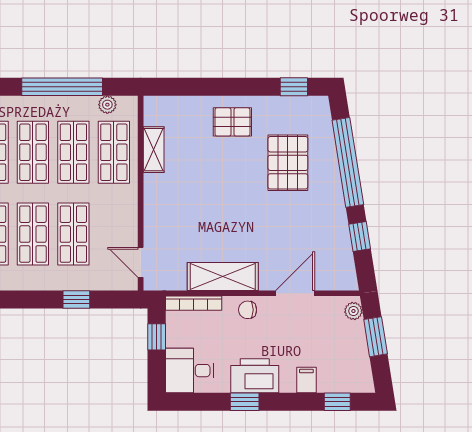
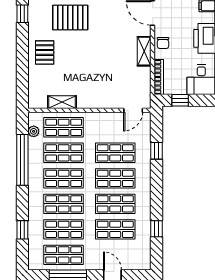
shelving: (223, 276) -> (144, 51), width x0.67, depth x0.75

